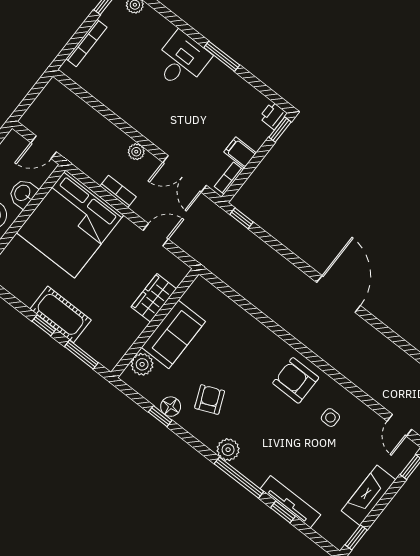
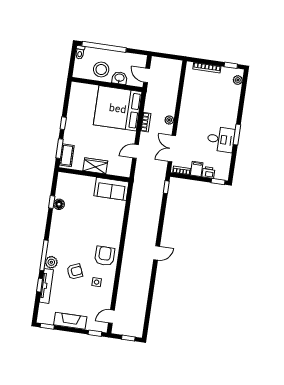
desk: (182, 61) -> (221, 139), moved
printer: (273, 116) -> (208, 172), moved
door: (156, 235) -> (136, 151), swing flipped
door: (339, 294) -> (157, 253), width x0.53
wardrobe: (154, 298) -> (95, 166), moved
cot: (61, 314) -> (67, 155), moved, width x0.73, depth x0.75
sofa: (173, 334) -> (111, 189), moved
plant: (142, 364) -> (71, 180), removed
armchair: (210, 400) -> (75, 272), moved
plant: (228, 450) -> (51, 262), moved

